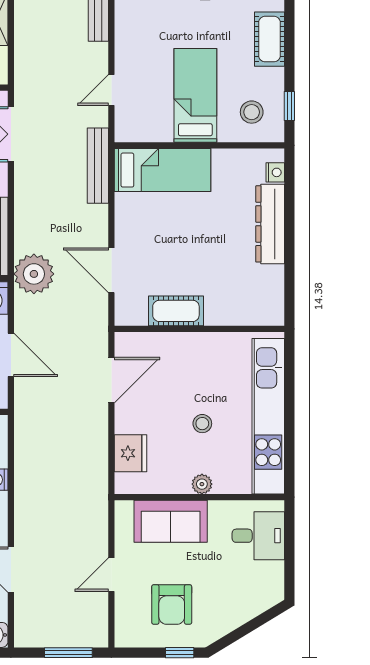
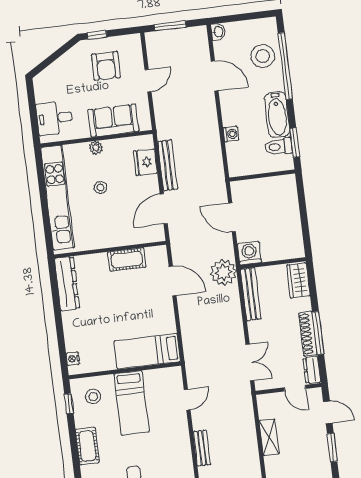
bench: (98, 166) -> (168, 165), moved
dresser: (270, 224) -> (67, 284), moved
armchair: (172, 604) -> (106, 66), turned 180

